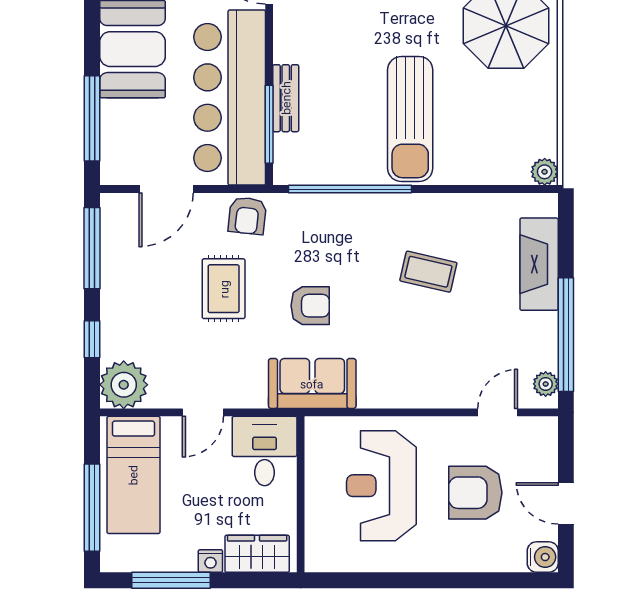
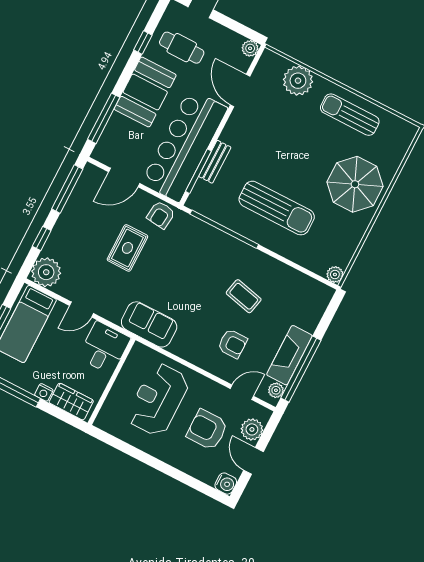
sun lounger: (410, 119) -> (277, 208), turned -90
fireplace: (539, 264) -> (289, 355), moved
armchair: (310, 306) -> (232, 344), moved
plant: (540, 459) -> (252, 429), added

